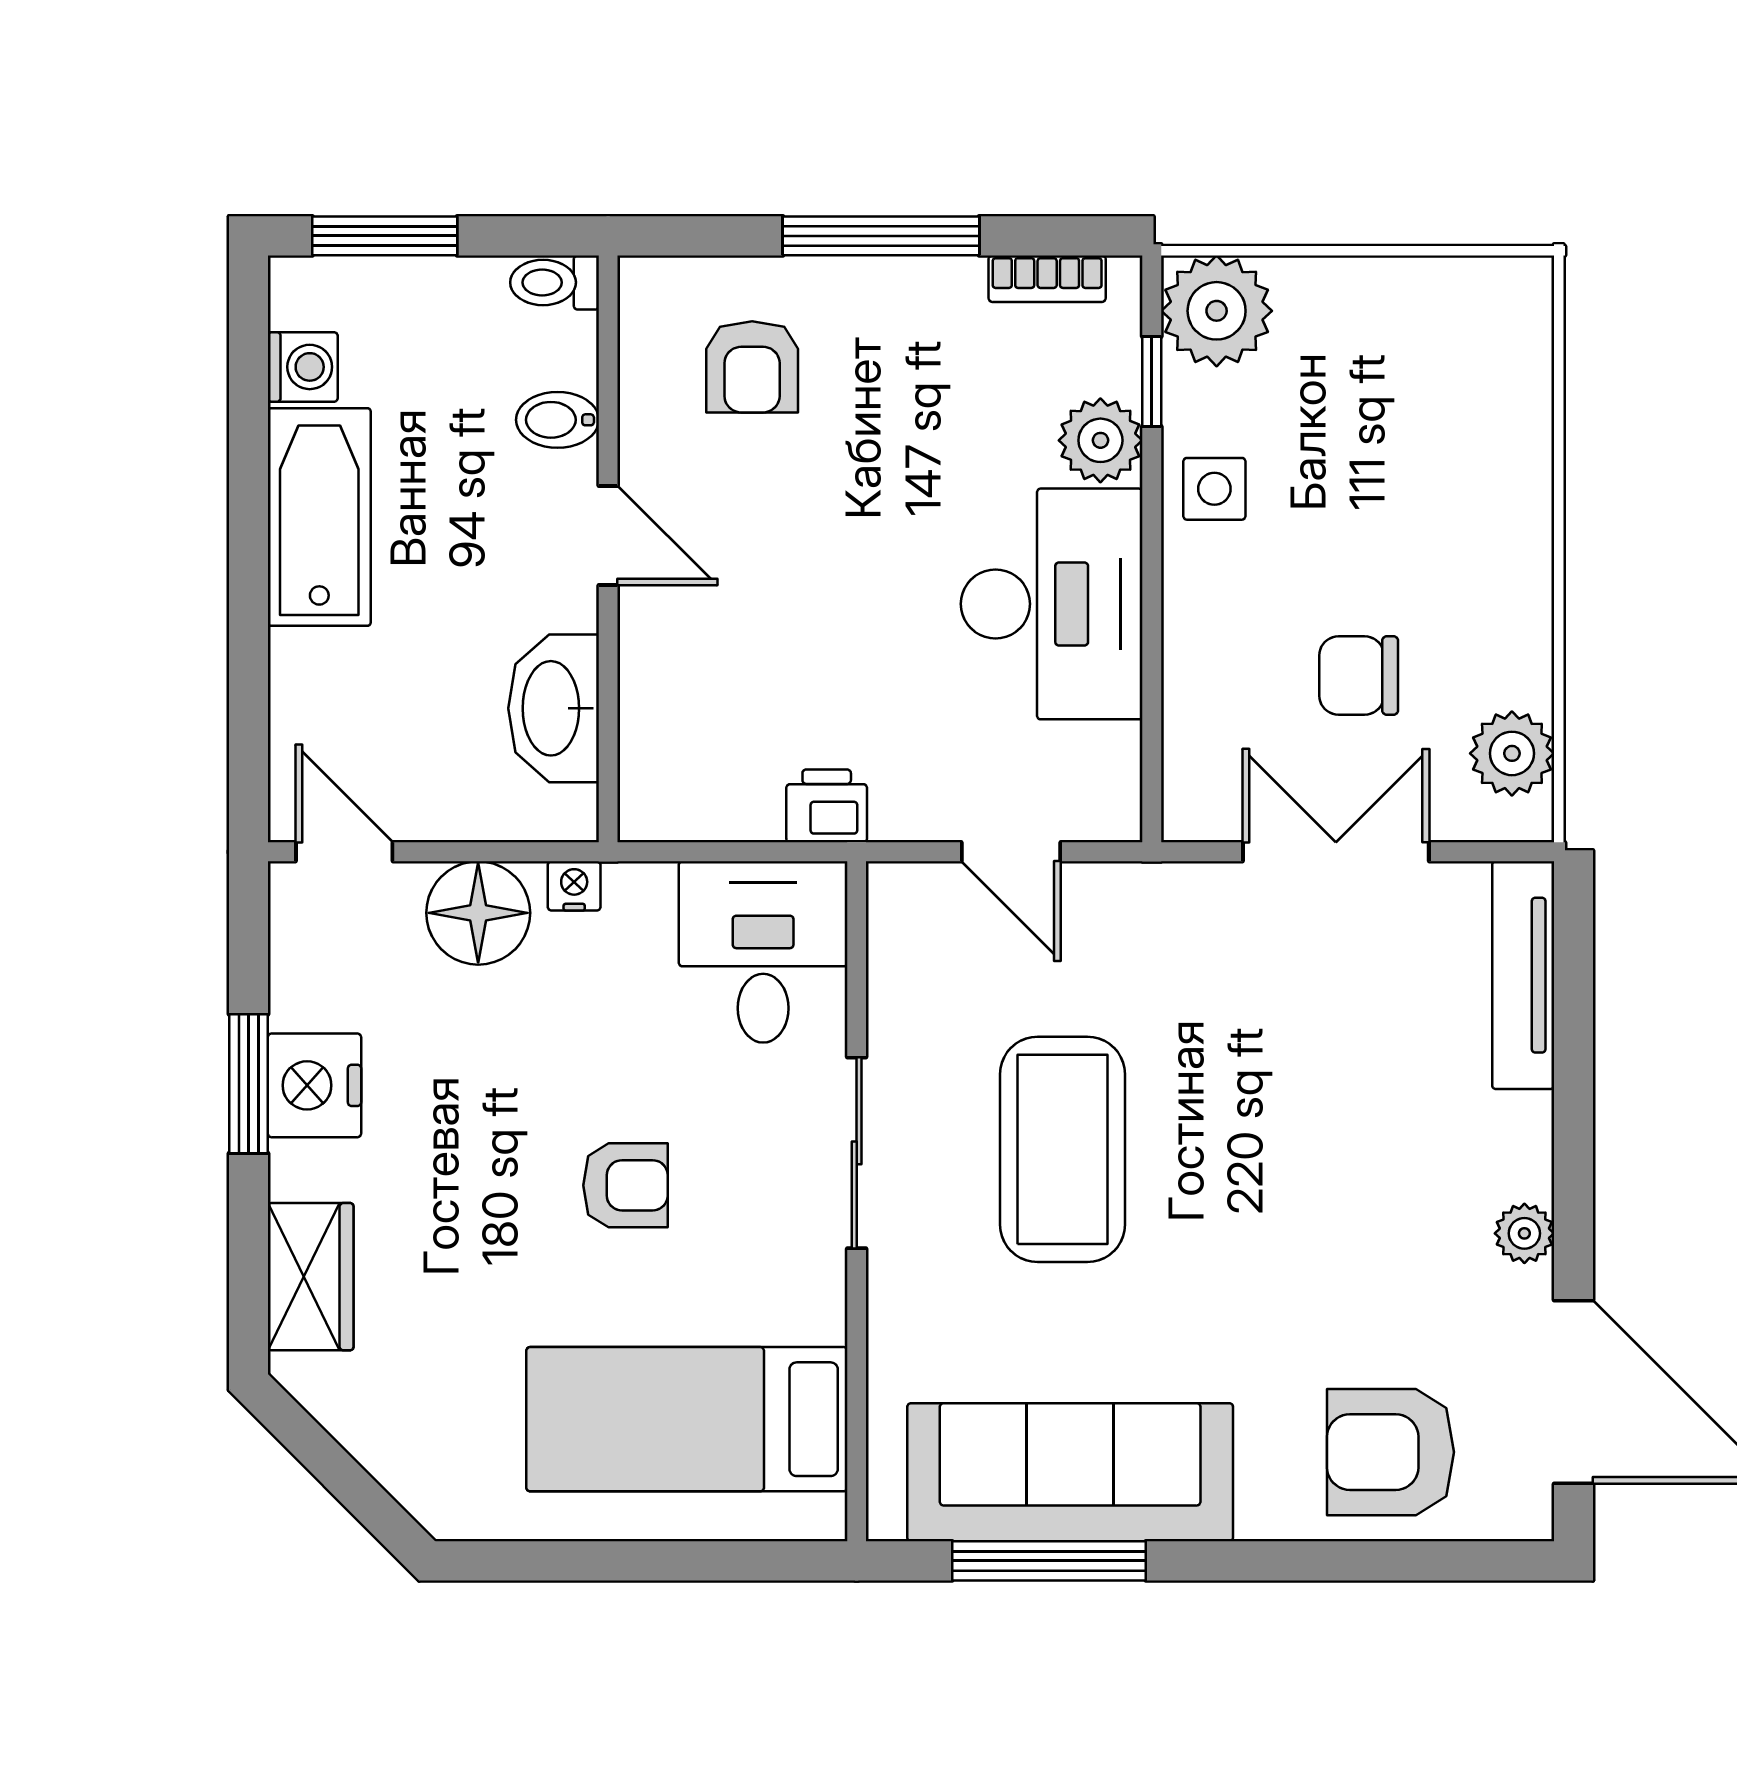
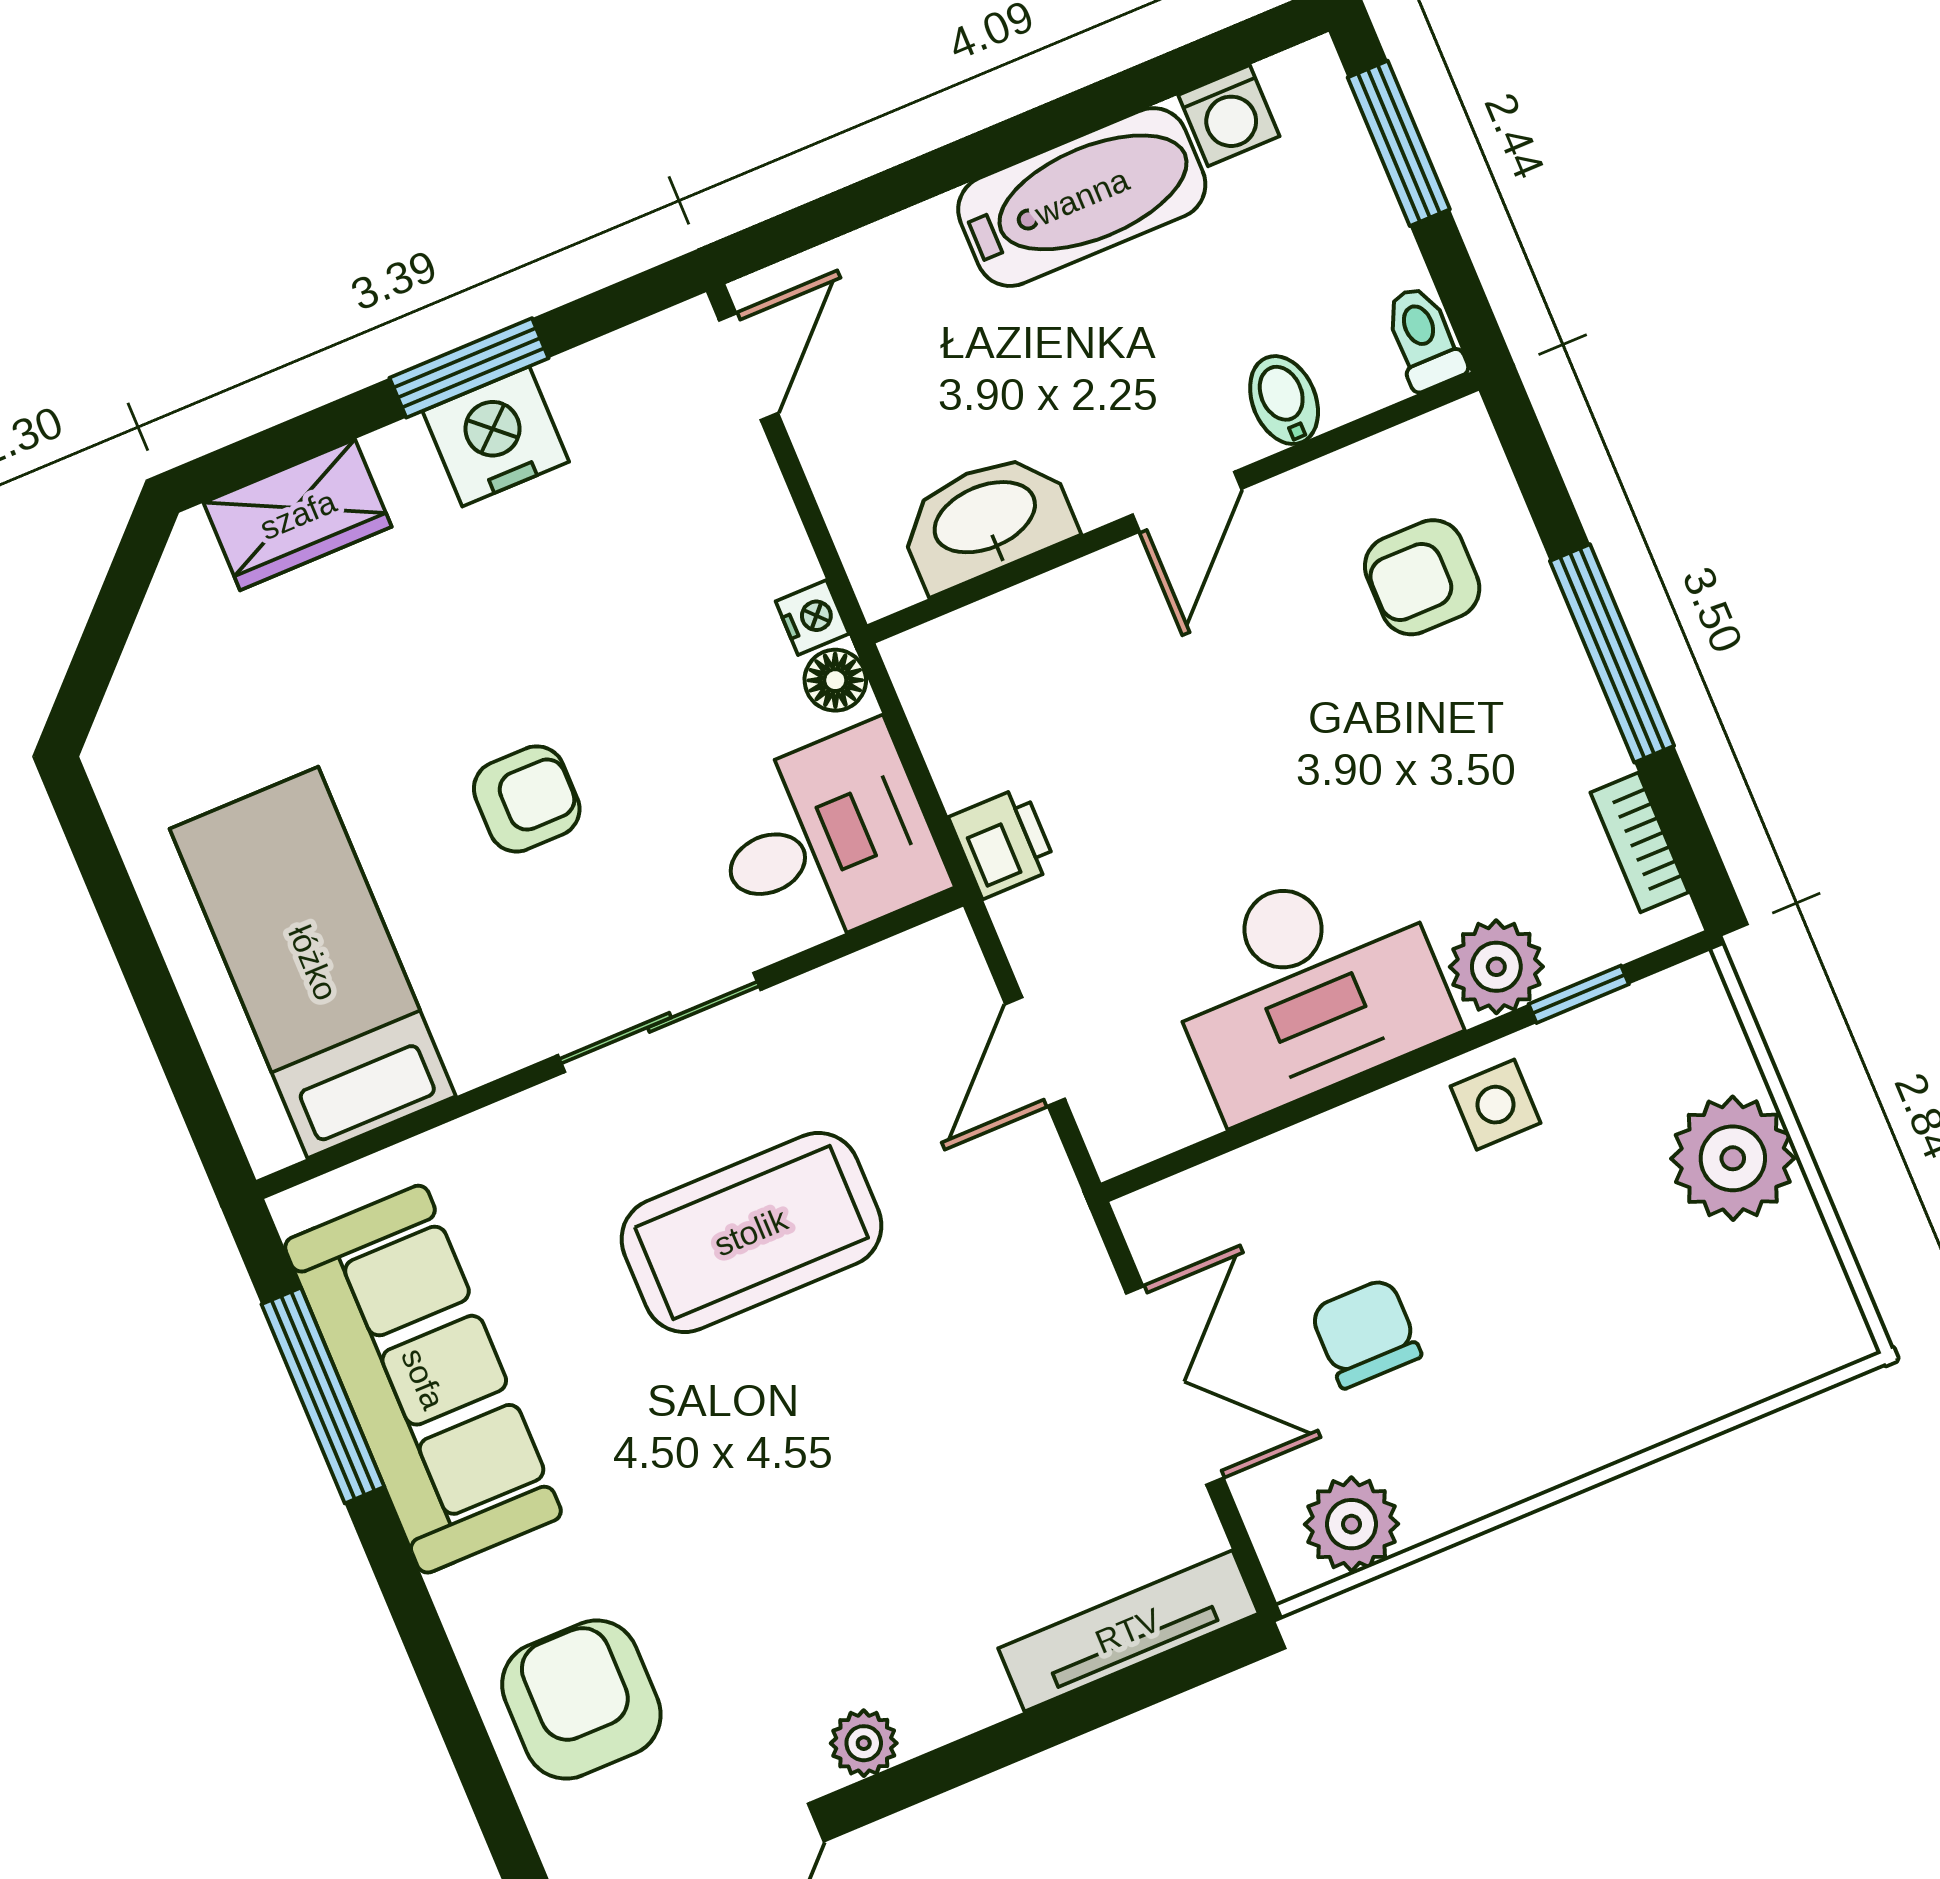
plant: (1217, 311) -> (1733, 1158), moved
floor lamp: (478, 913) -> (835, 680), moved, width x0.53, depth x0.53
armchair: (625, 1185) -> (527, 799), turned -90

